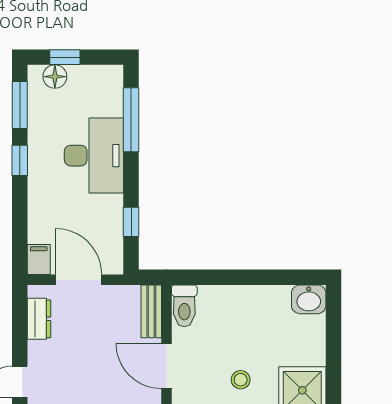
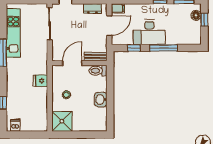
window: (131, 120) -> (164, 48), moved
desk: (94, 156) -> (149, 32), moved
washbasin: (309, 299) -> (101, 100), moved

